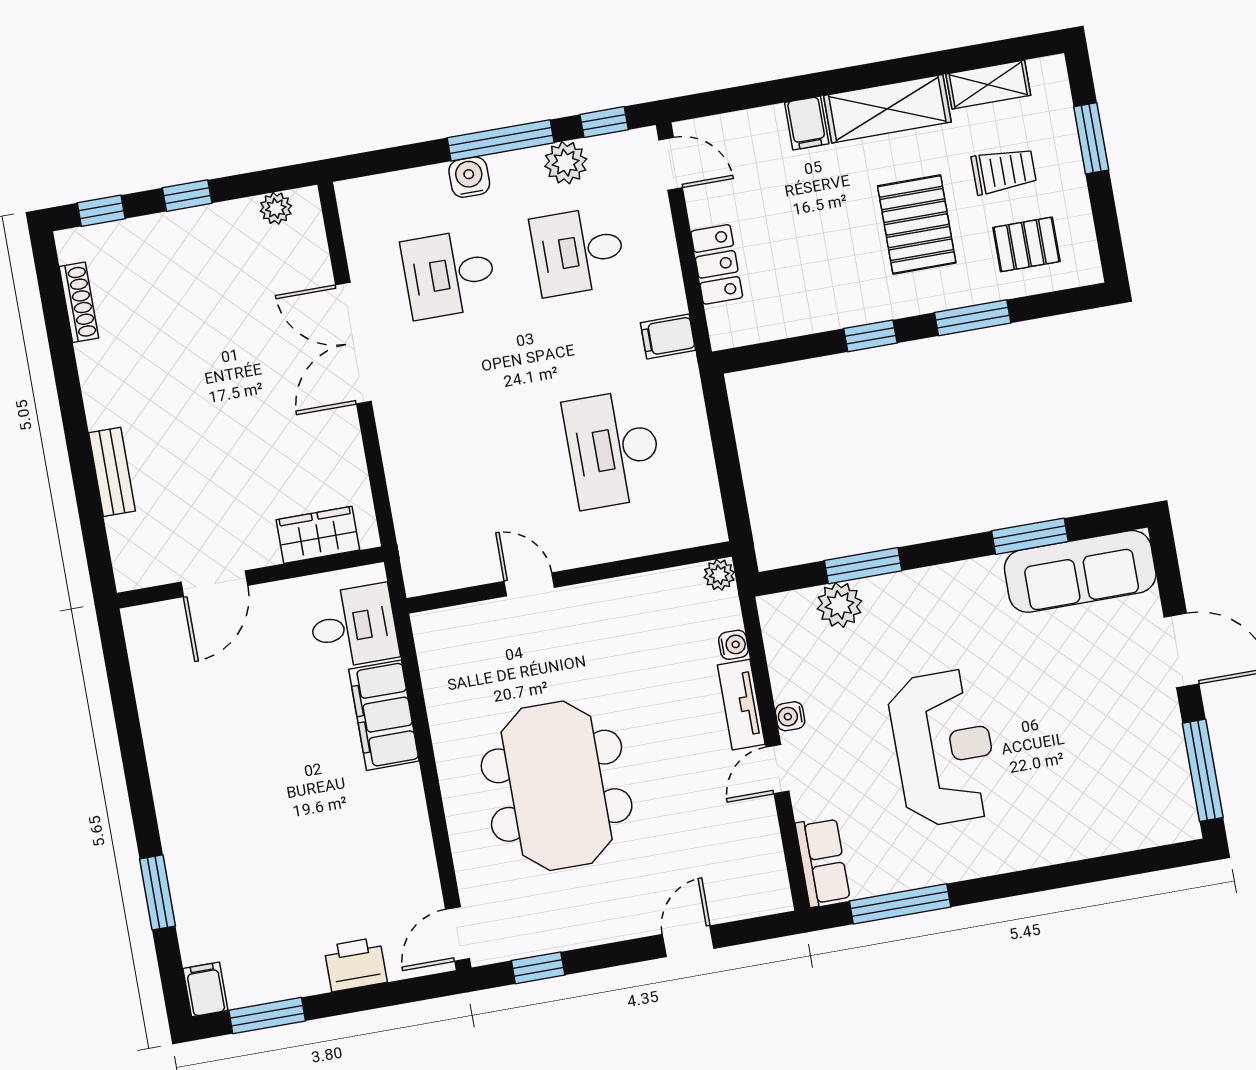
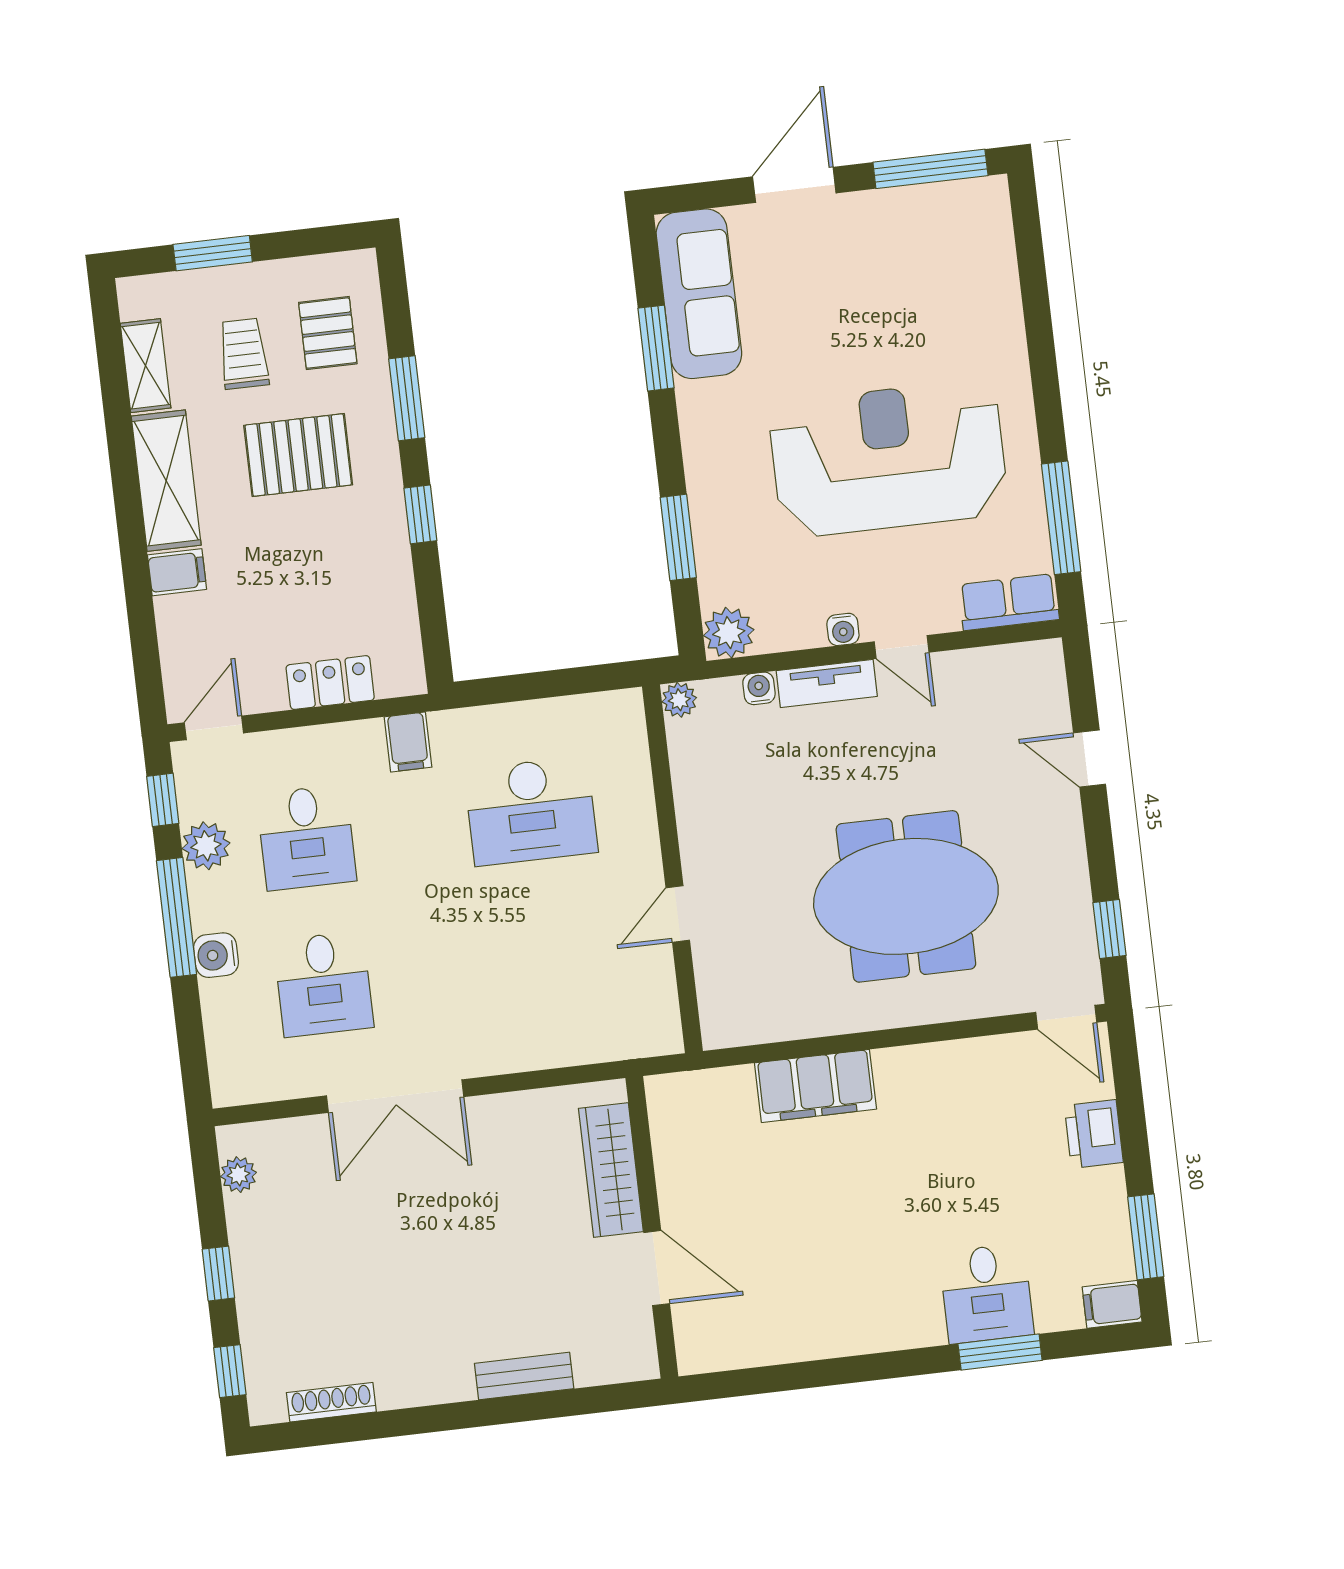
wardrobe: (318, 535) -> (611, 1170), width x1.50
plant: (840, 605) -> (729, 633), moved
desk: (354, 626) -> (986, 1294), moved, turned 180
reception desk: (944, 748) -> (888, 459), width x1.36, depth x1.30

